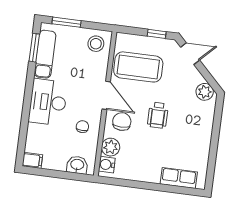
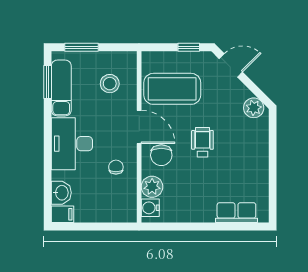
stool: (96, 44) -> (110, 84), moved
wheelchair: (158, 115) -> (202, 142), turned 180
chair: (122, 122) -> (161, 155), turned 180
washbasin: (77, 165) -> (61, 193), moved, turned 90

